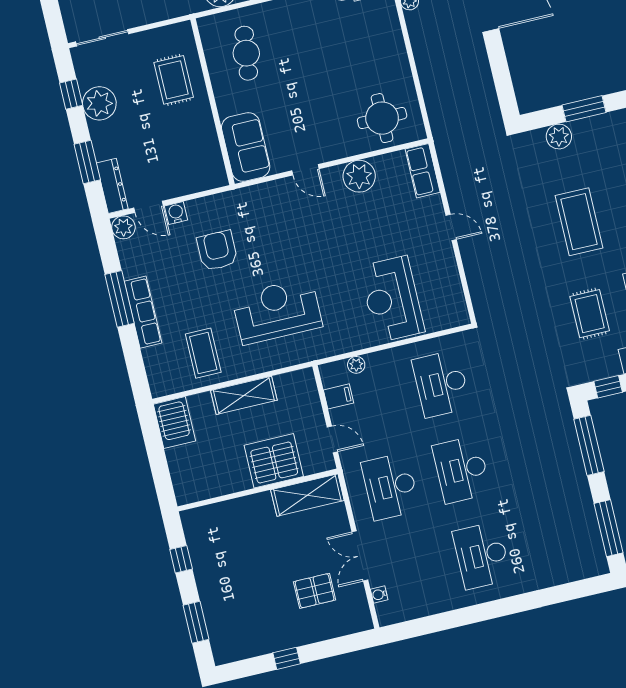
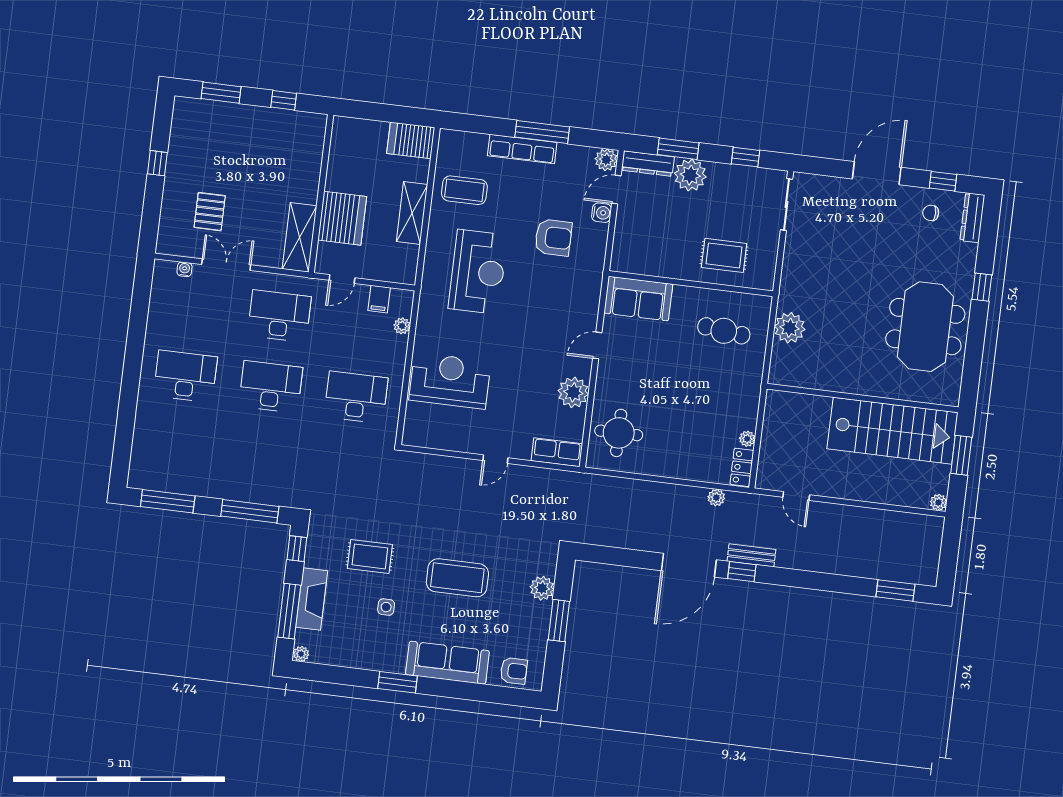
plant: (99, 103) -> (690, 175), moved

